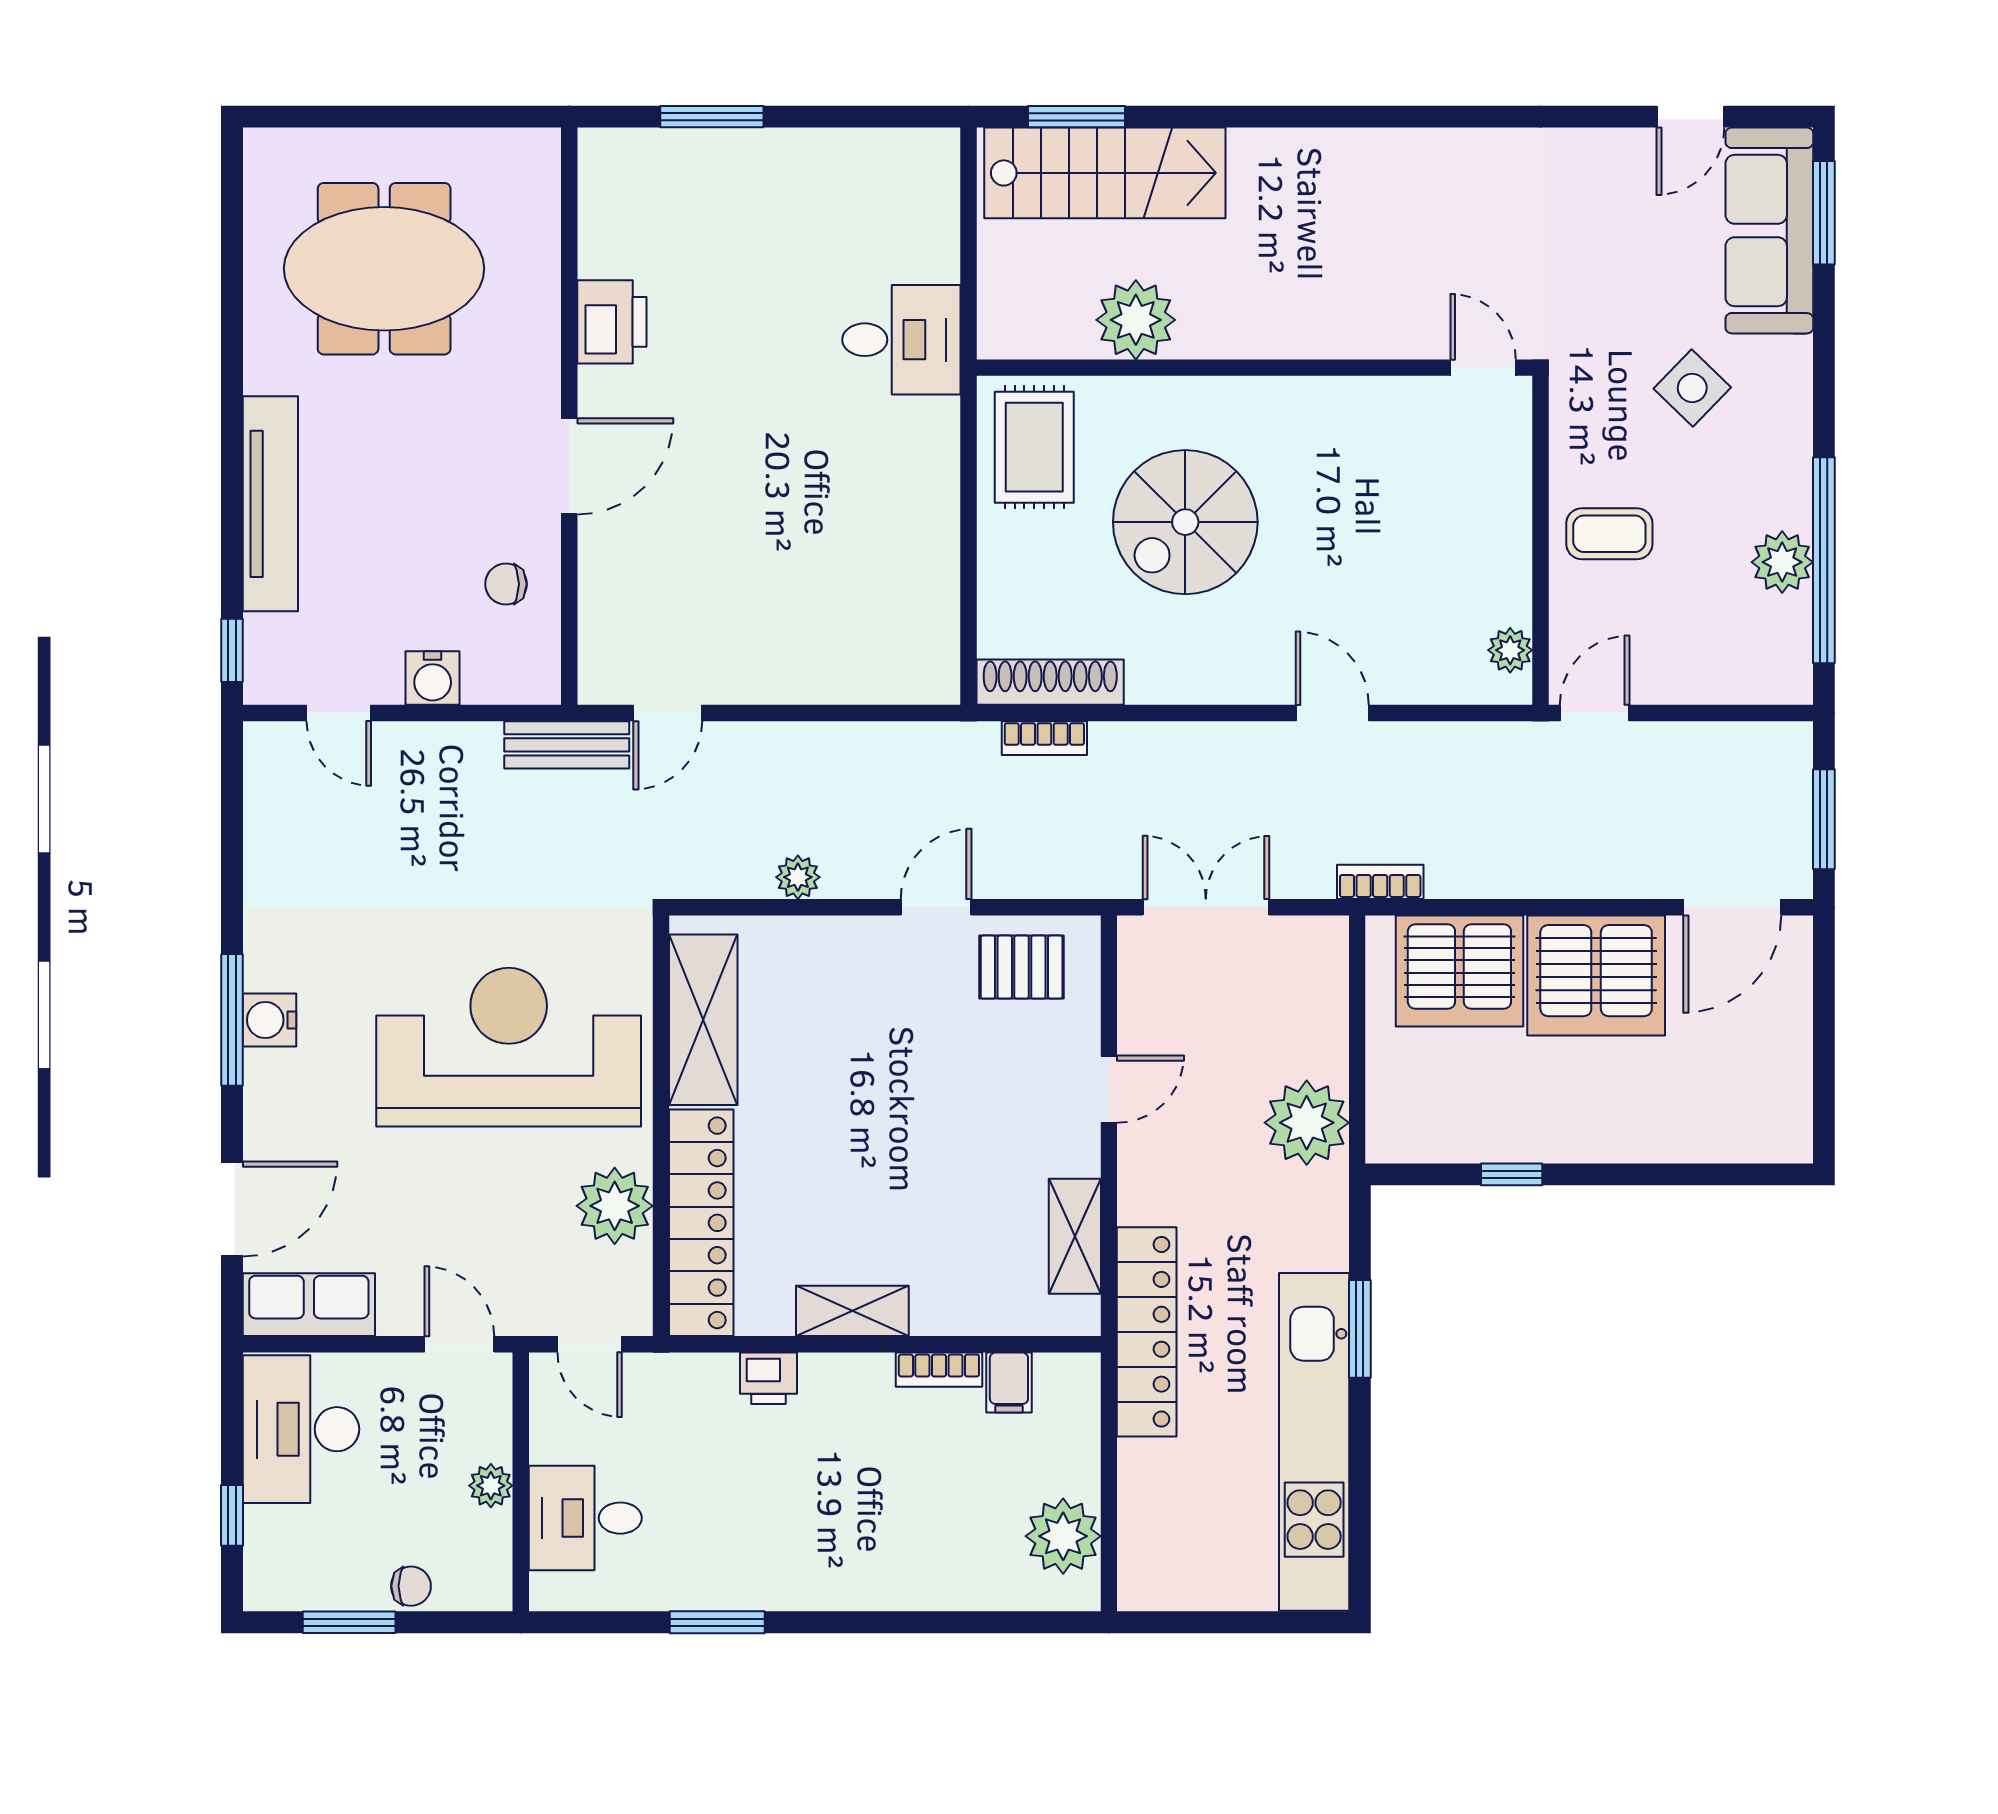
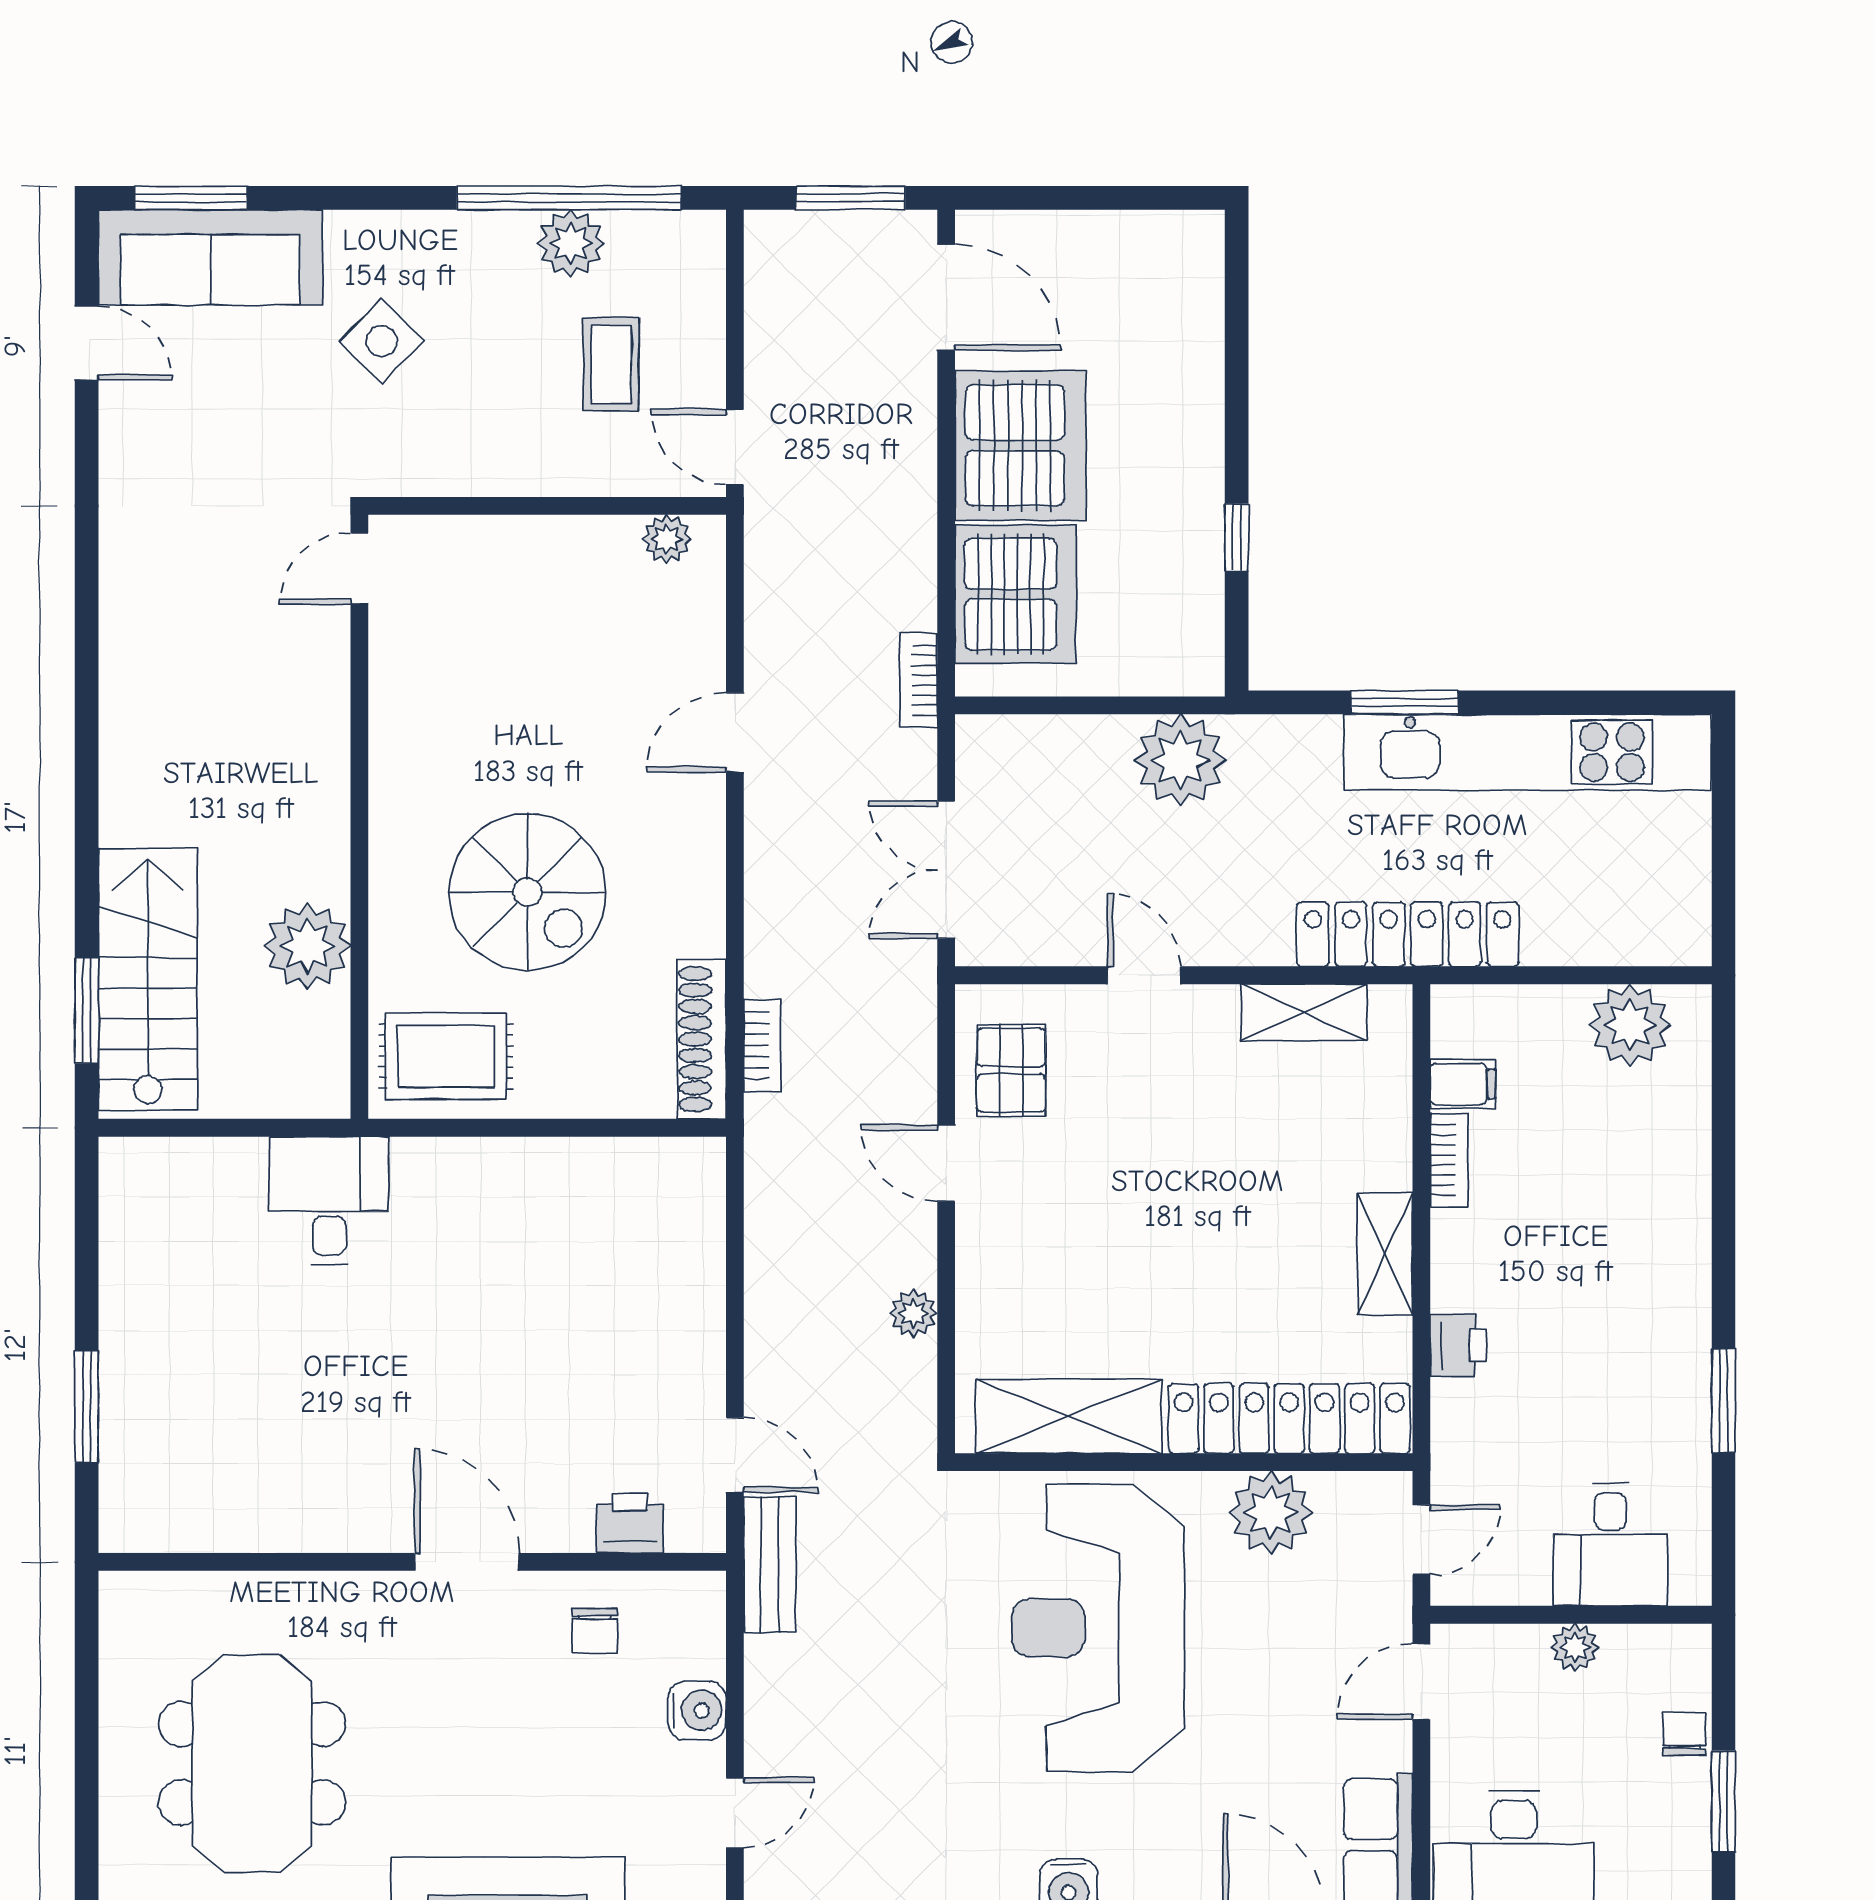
printer: (612, 322) -> (630, 1523), moved, width x0.73, depth x0.81
coffee table: (1609, 534) -> (611, 364), moved

